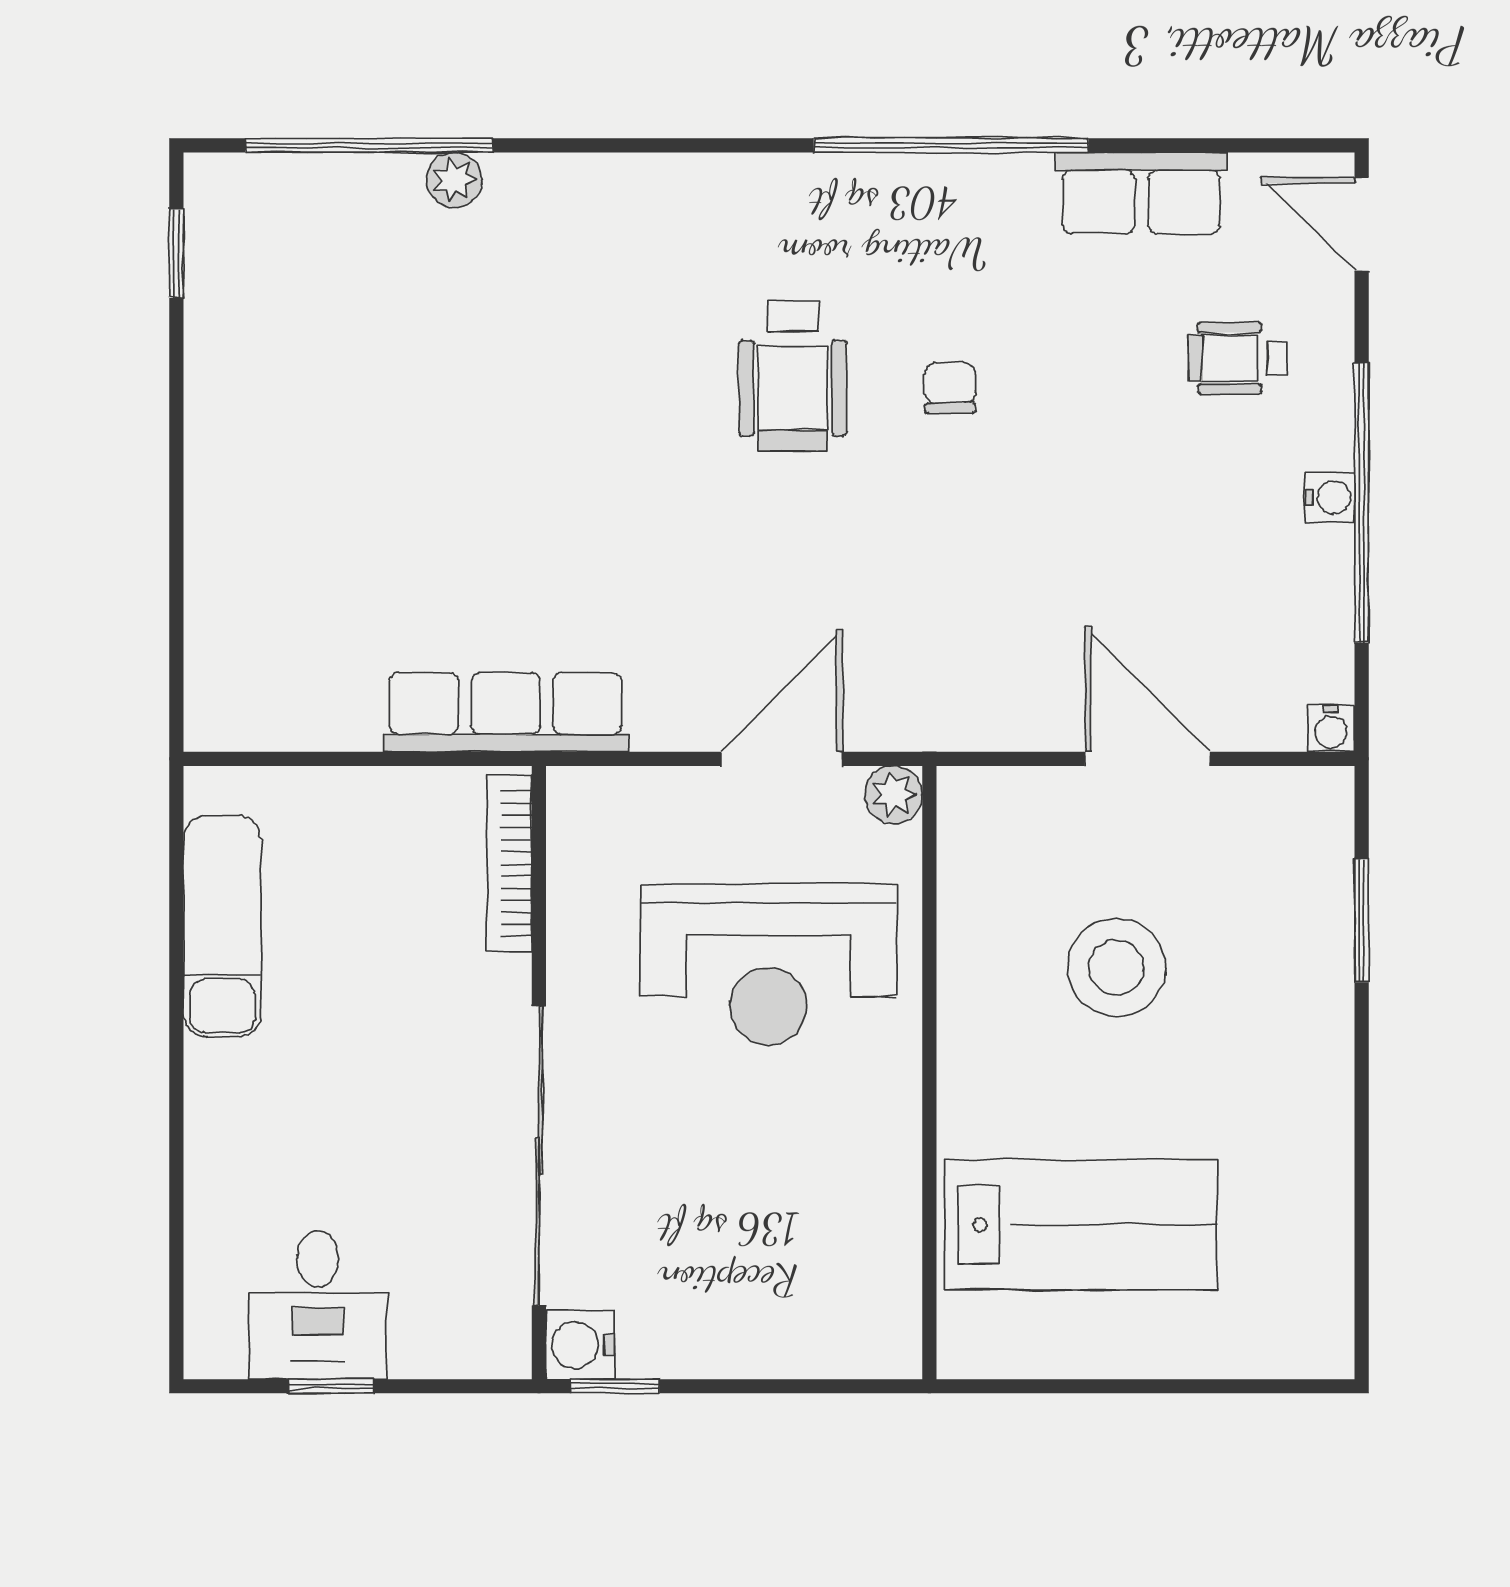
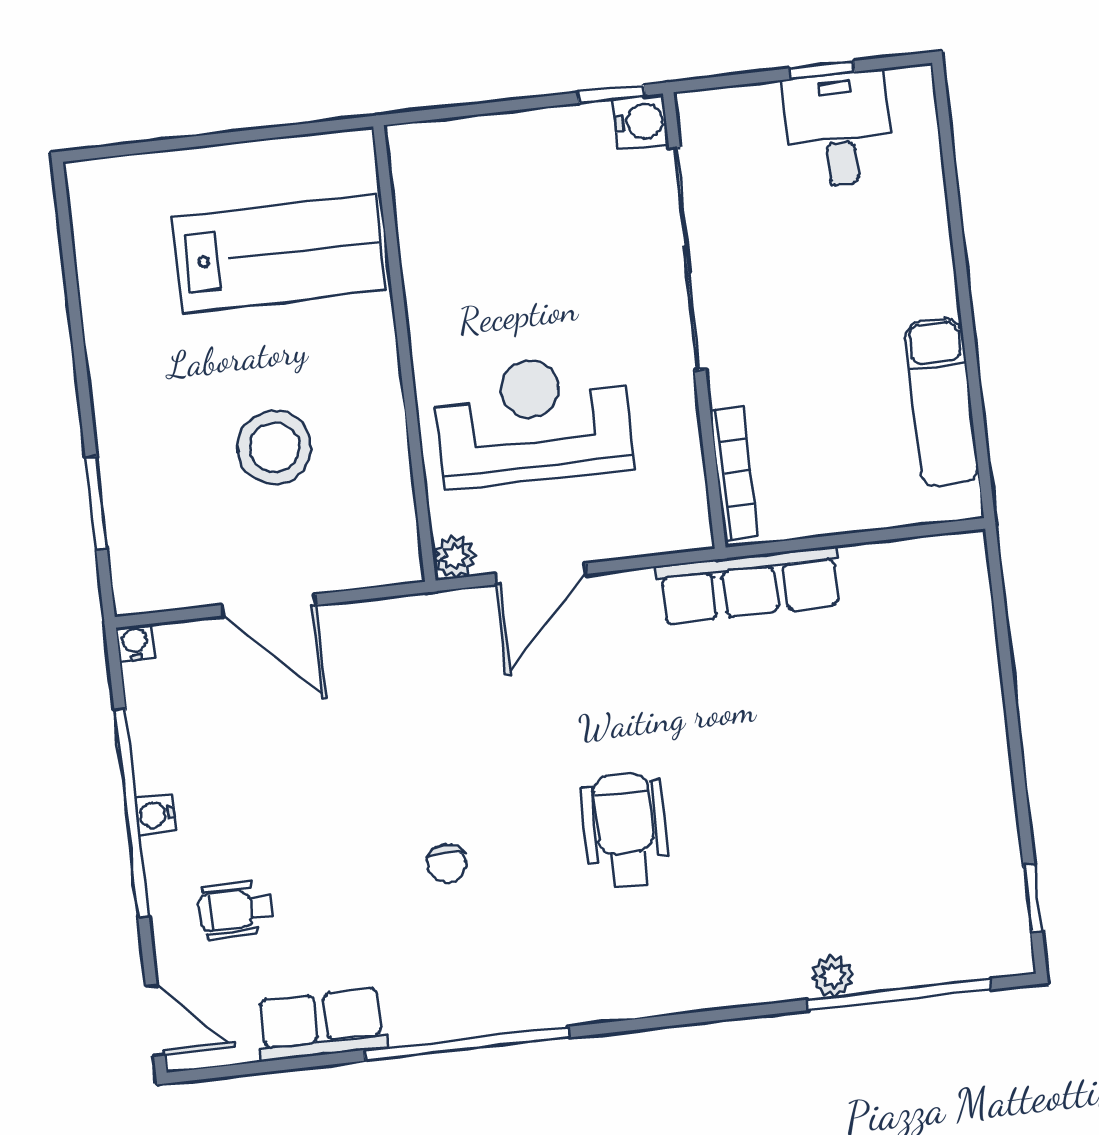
wheelchair: (1238, 358) -> (236, 910), turned 180
wheelchair: (793, 376) -> (625, 830), moved
lab bench: (1081, 1225) -> (279, 253), turned 180

